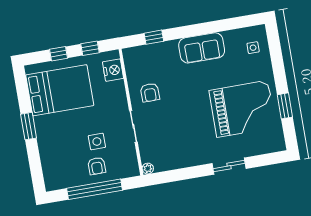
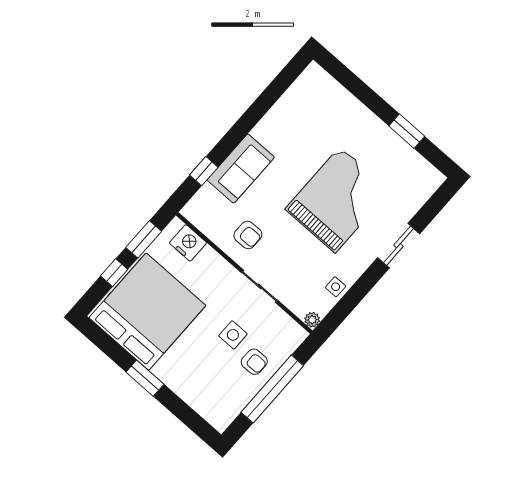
window: (90, 48) -> (144, 239), width x1.50
sofa: (202, 48) -> (241, 169), moved
side table: (253, 48) -> (336, 287), moved
bed: (60, 90) -> (147, 312), width x1.36
grand piano: (242, 109) -> (338, 200), moved

